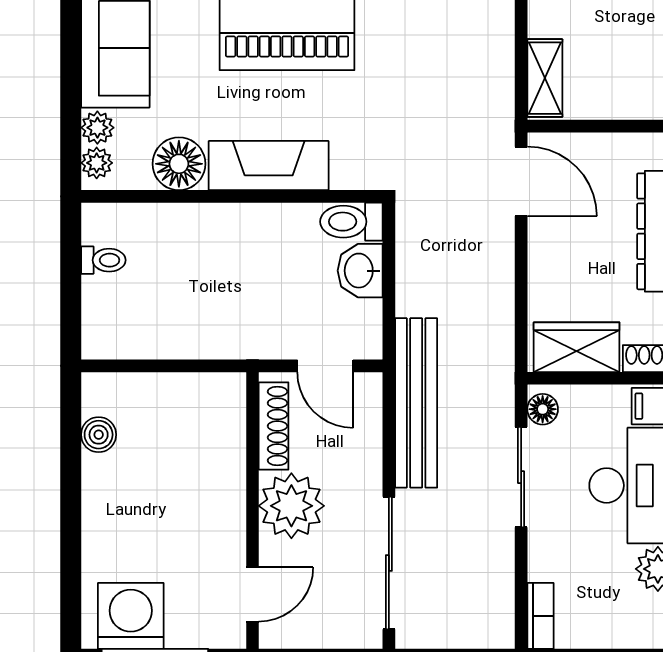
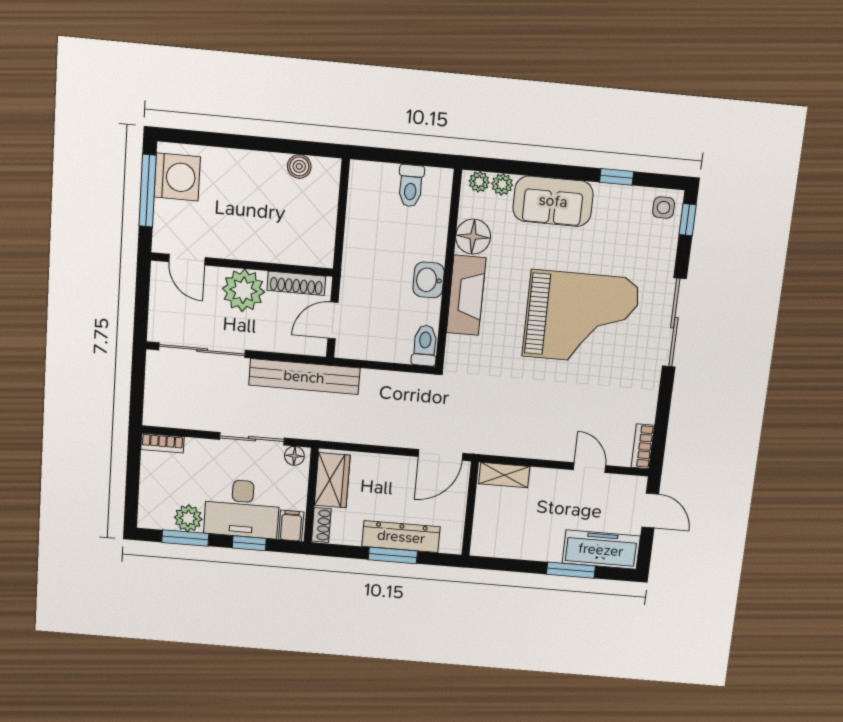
toilet: (103, 260) -> (411, 186), width x1.37, depth x1.39
washbasin: (360, 271) -> (429, 280), moved, turned -90

